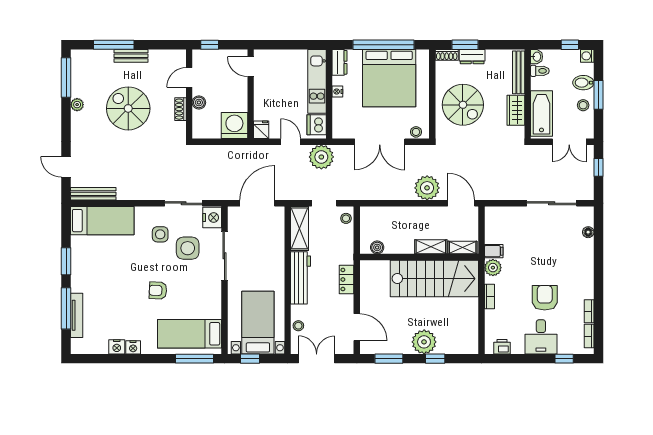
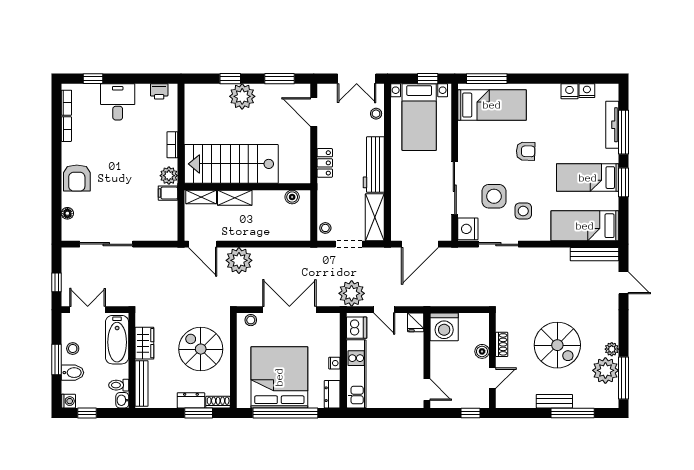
plant: (83, 85) -> (605, 370), added
bed: (100, 266) -> (588, 178), added
armchair: (545, 298) -> (77, 178), moved
nightstand: (133, 347) -> (587, 91), moved

